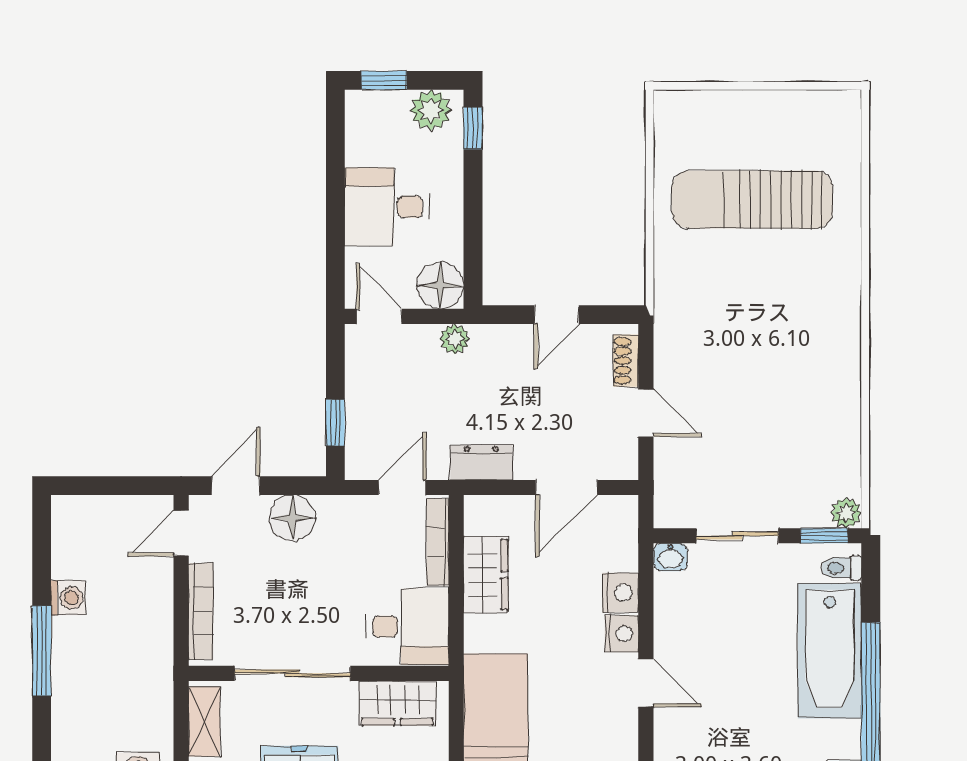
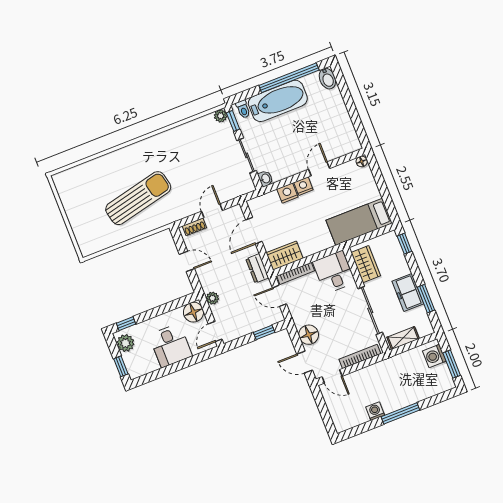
sun lounger: (752, 200) -> (138, 198), moved, turned -103
door: (567, 487) -> (254, 231), swing flipped
wardrobe: (486, 575) -> (285, 256), moved

